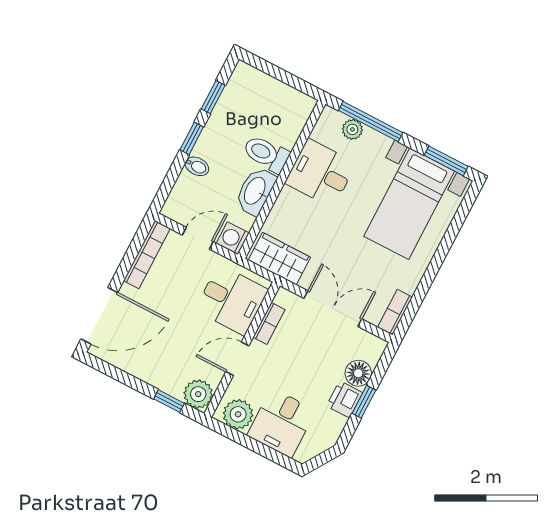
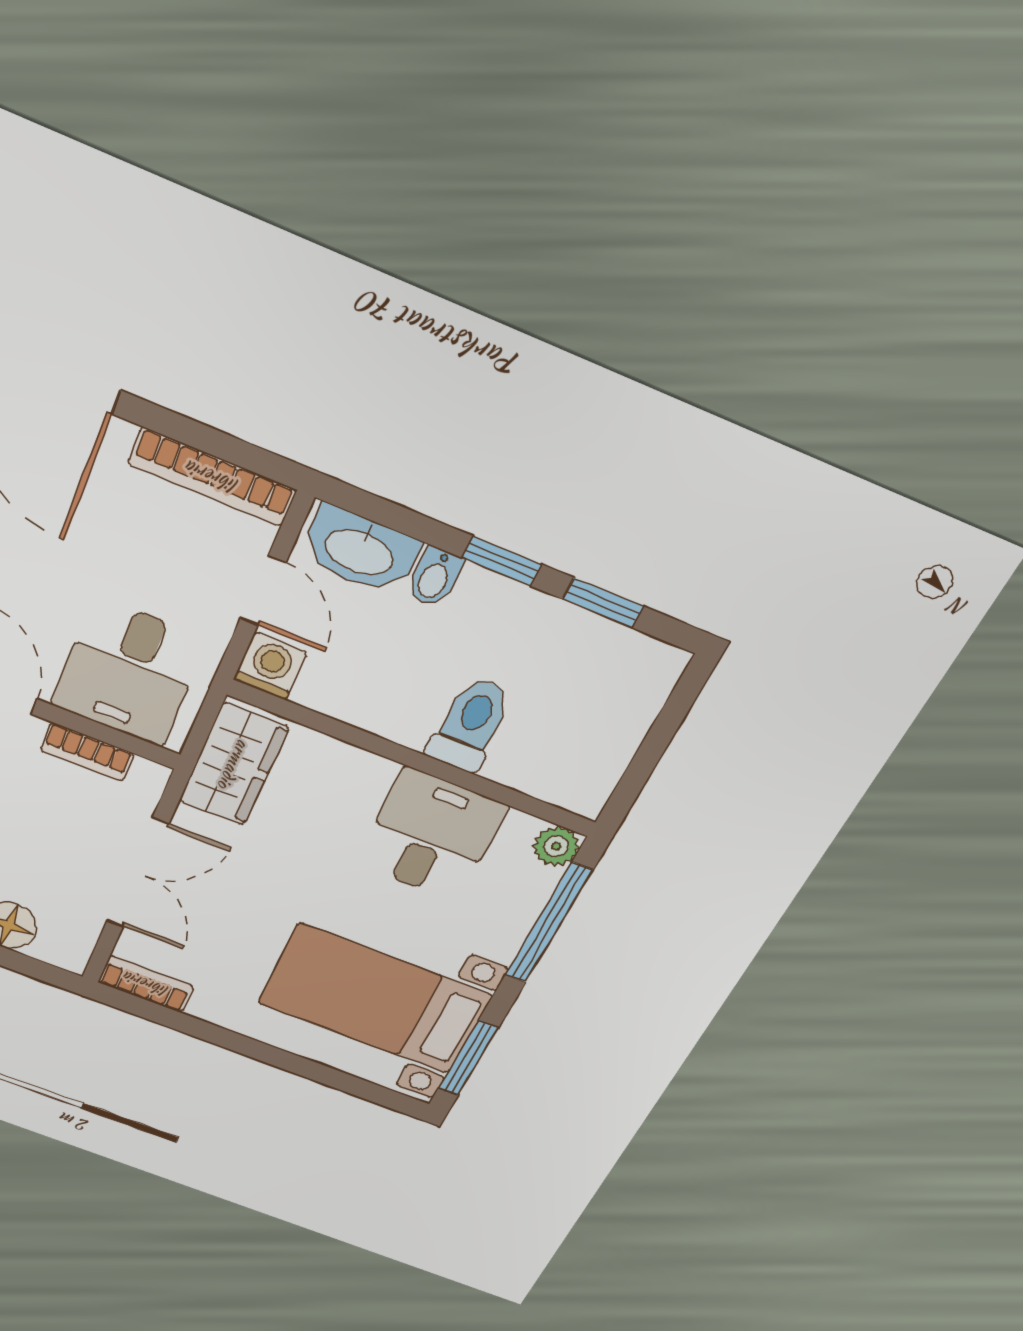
plant: (352, 129) -> (556, 846), moved
washbasin: (255, 191) -> (360, 551), moved, turned 180

